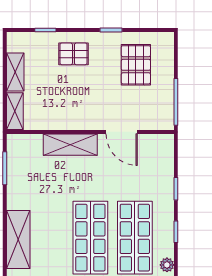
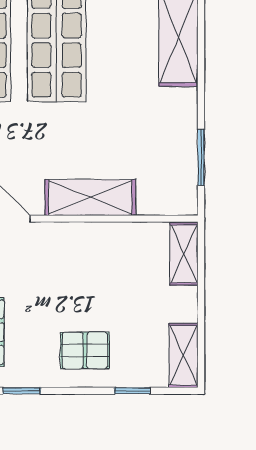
shelving: (15, 72) -> (183, 355), moved

